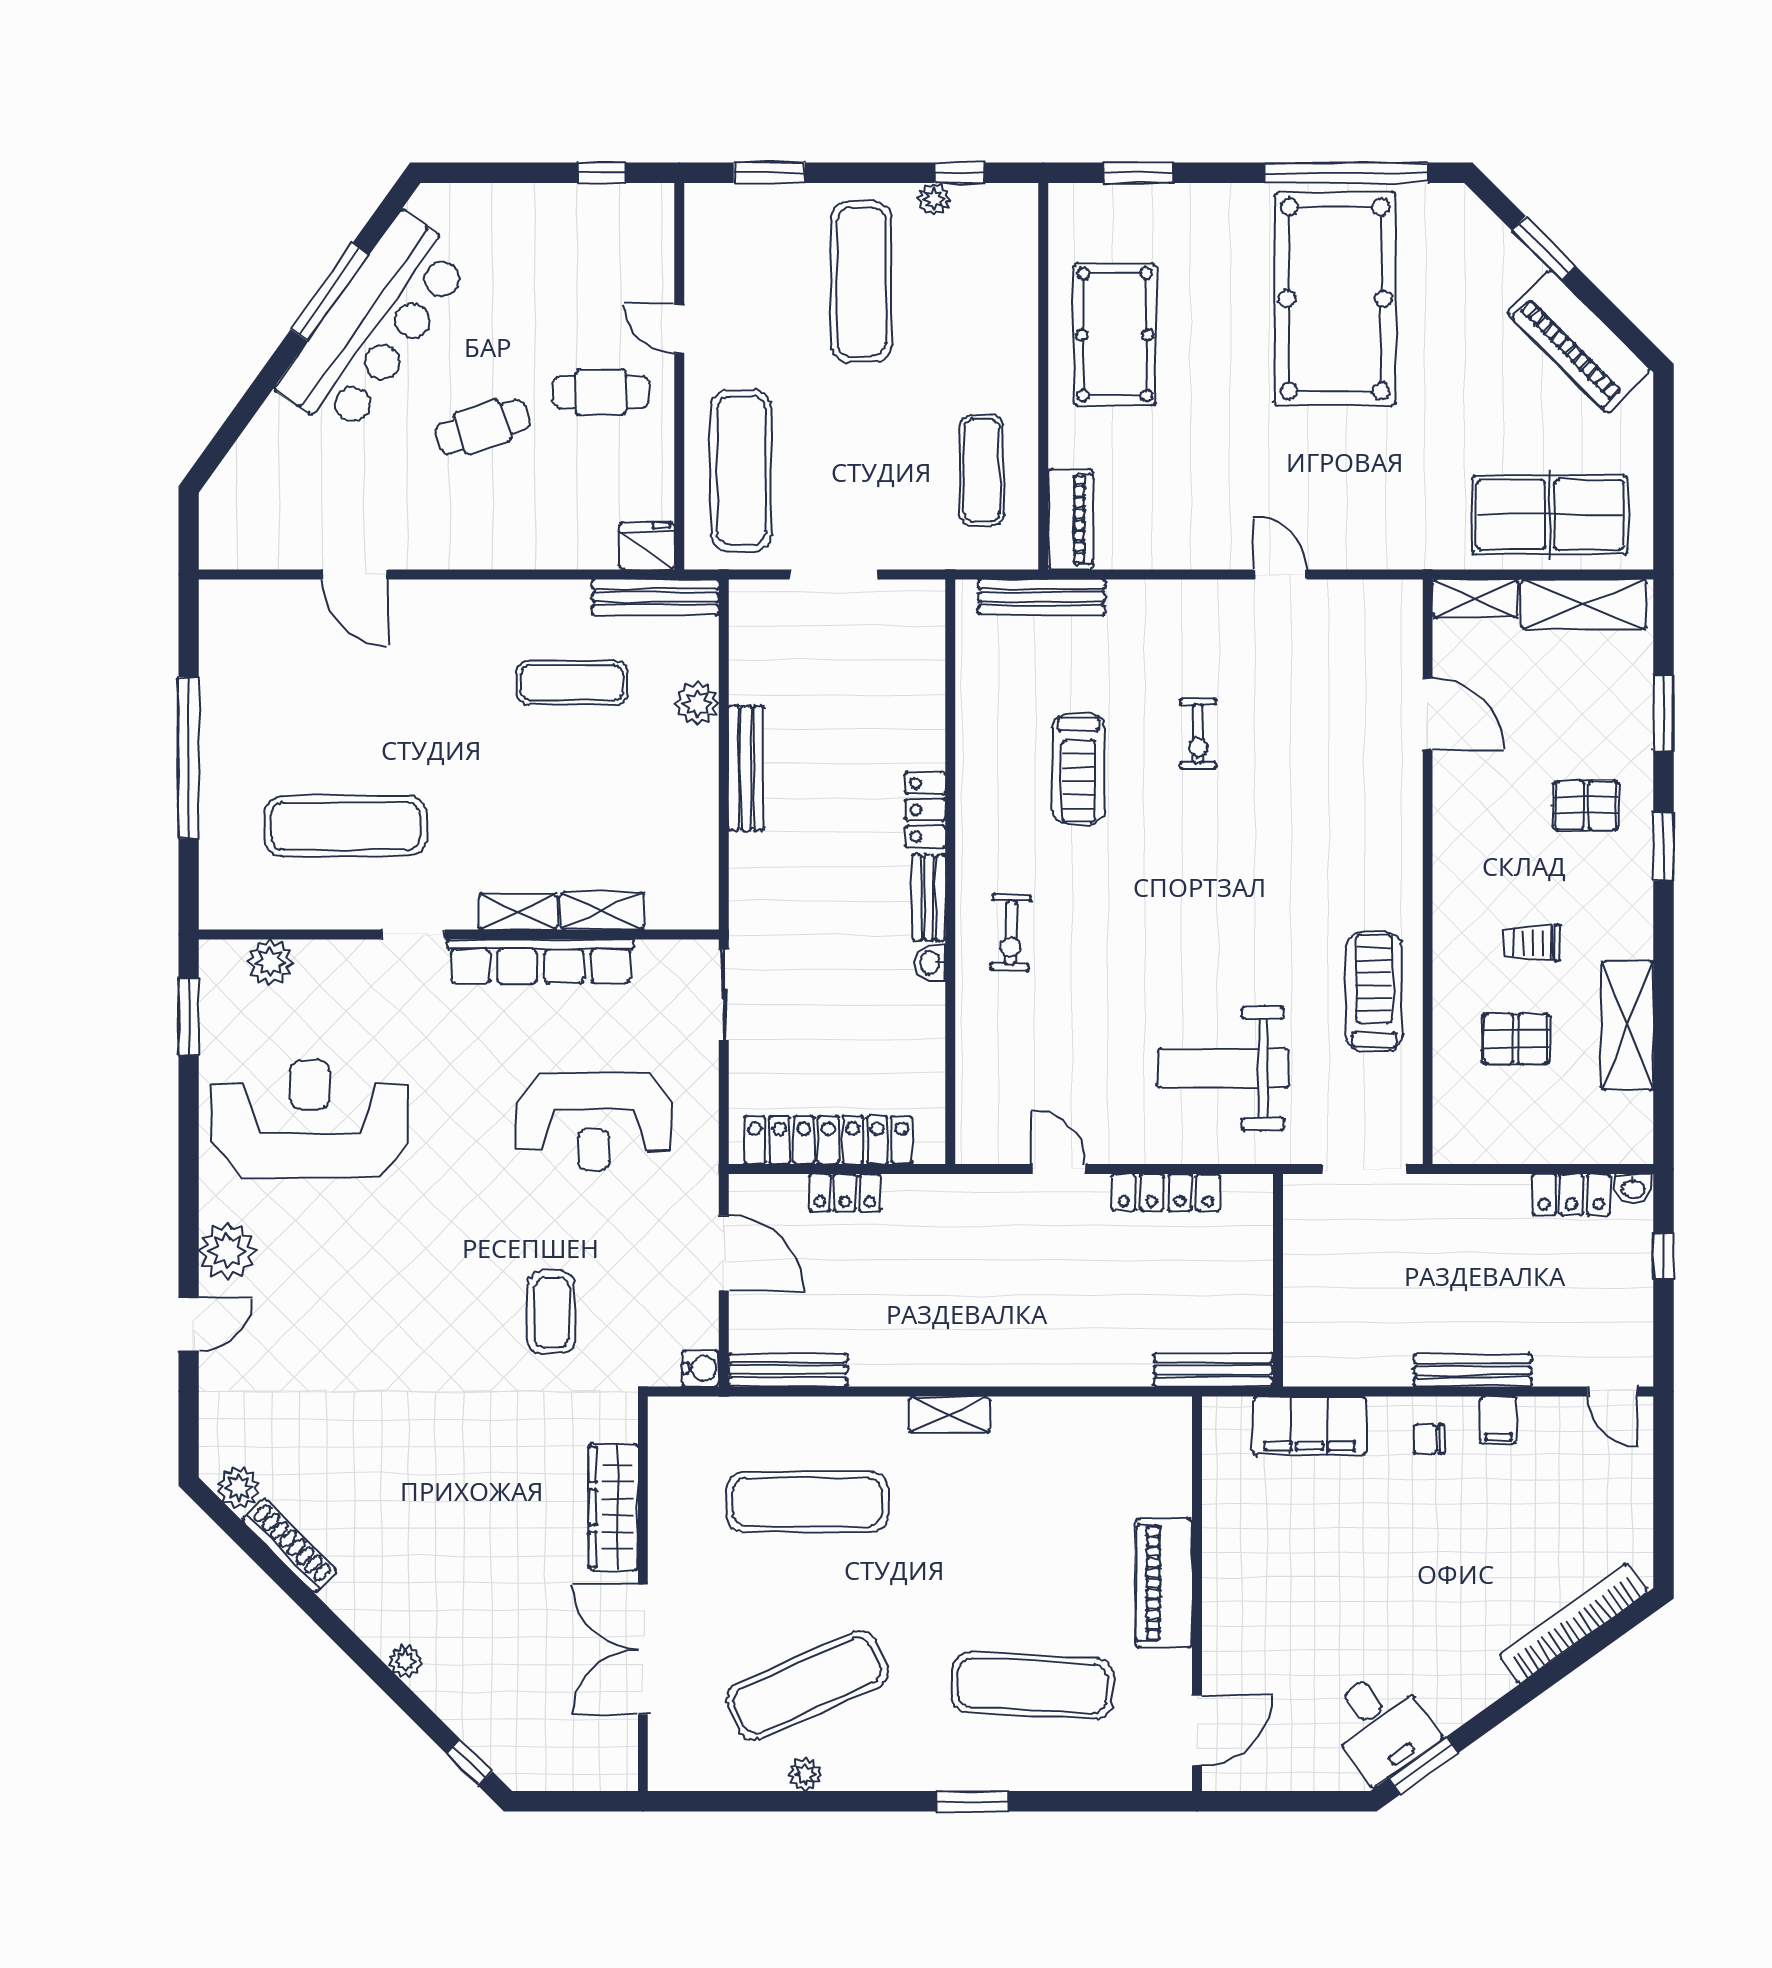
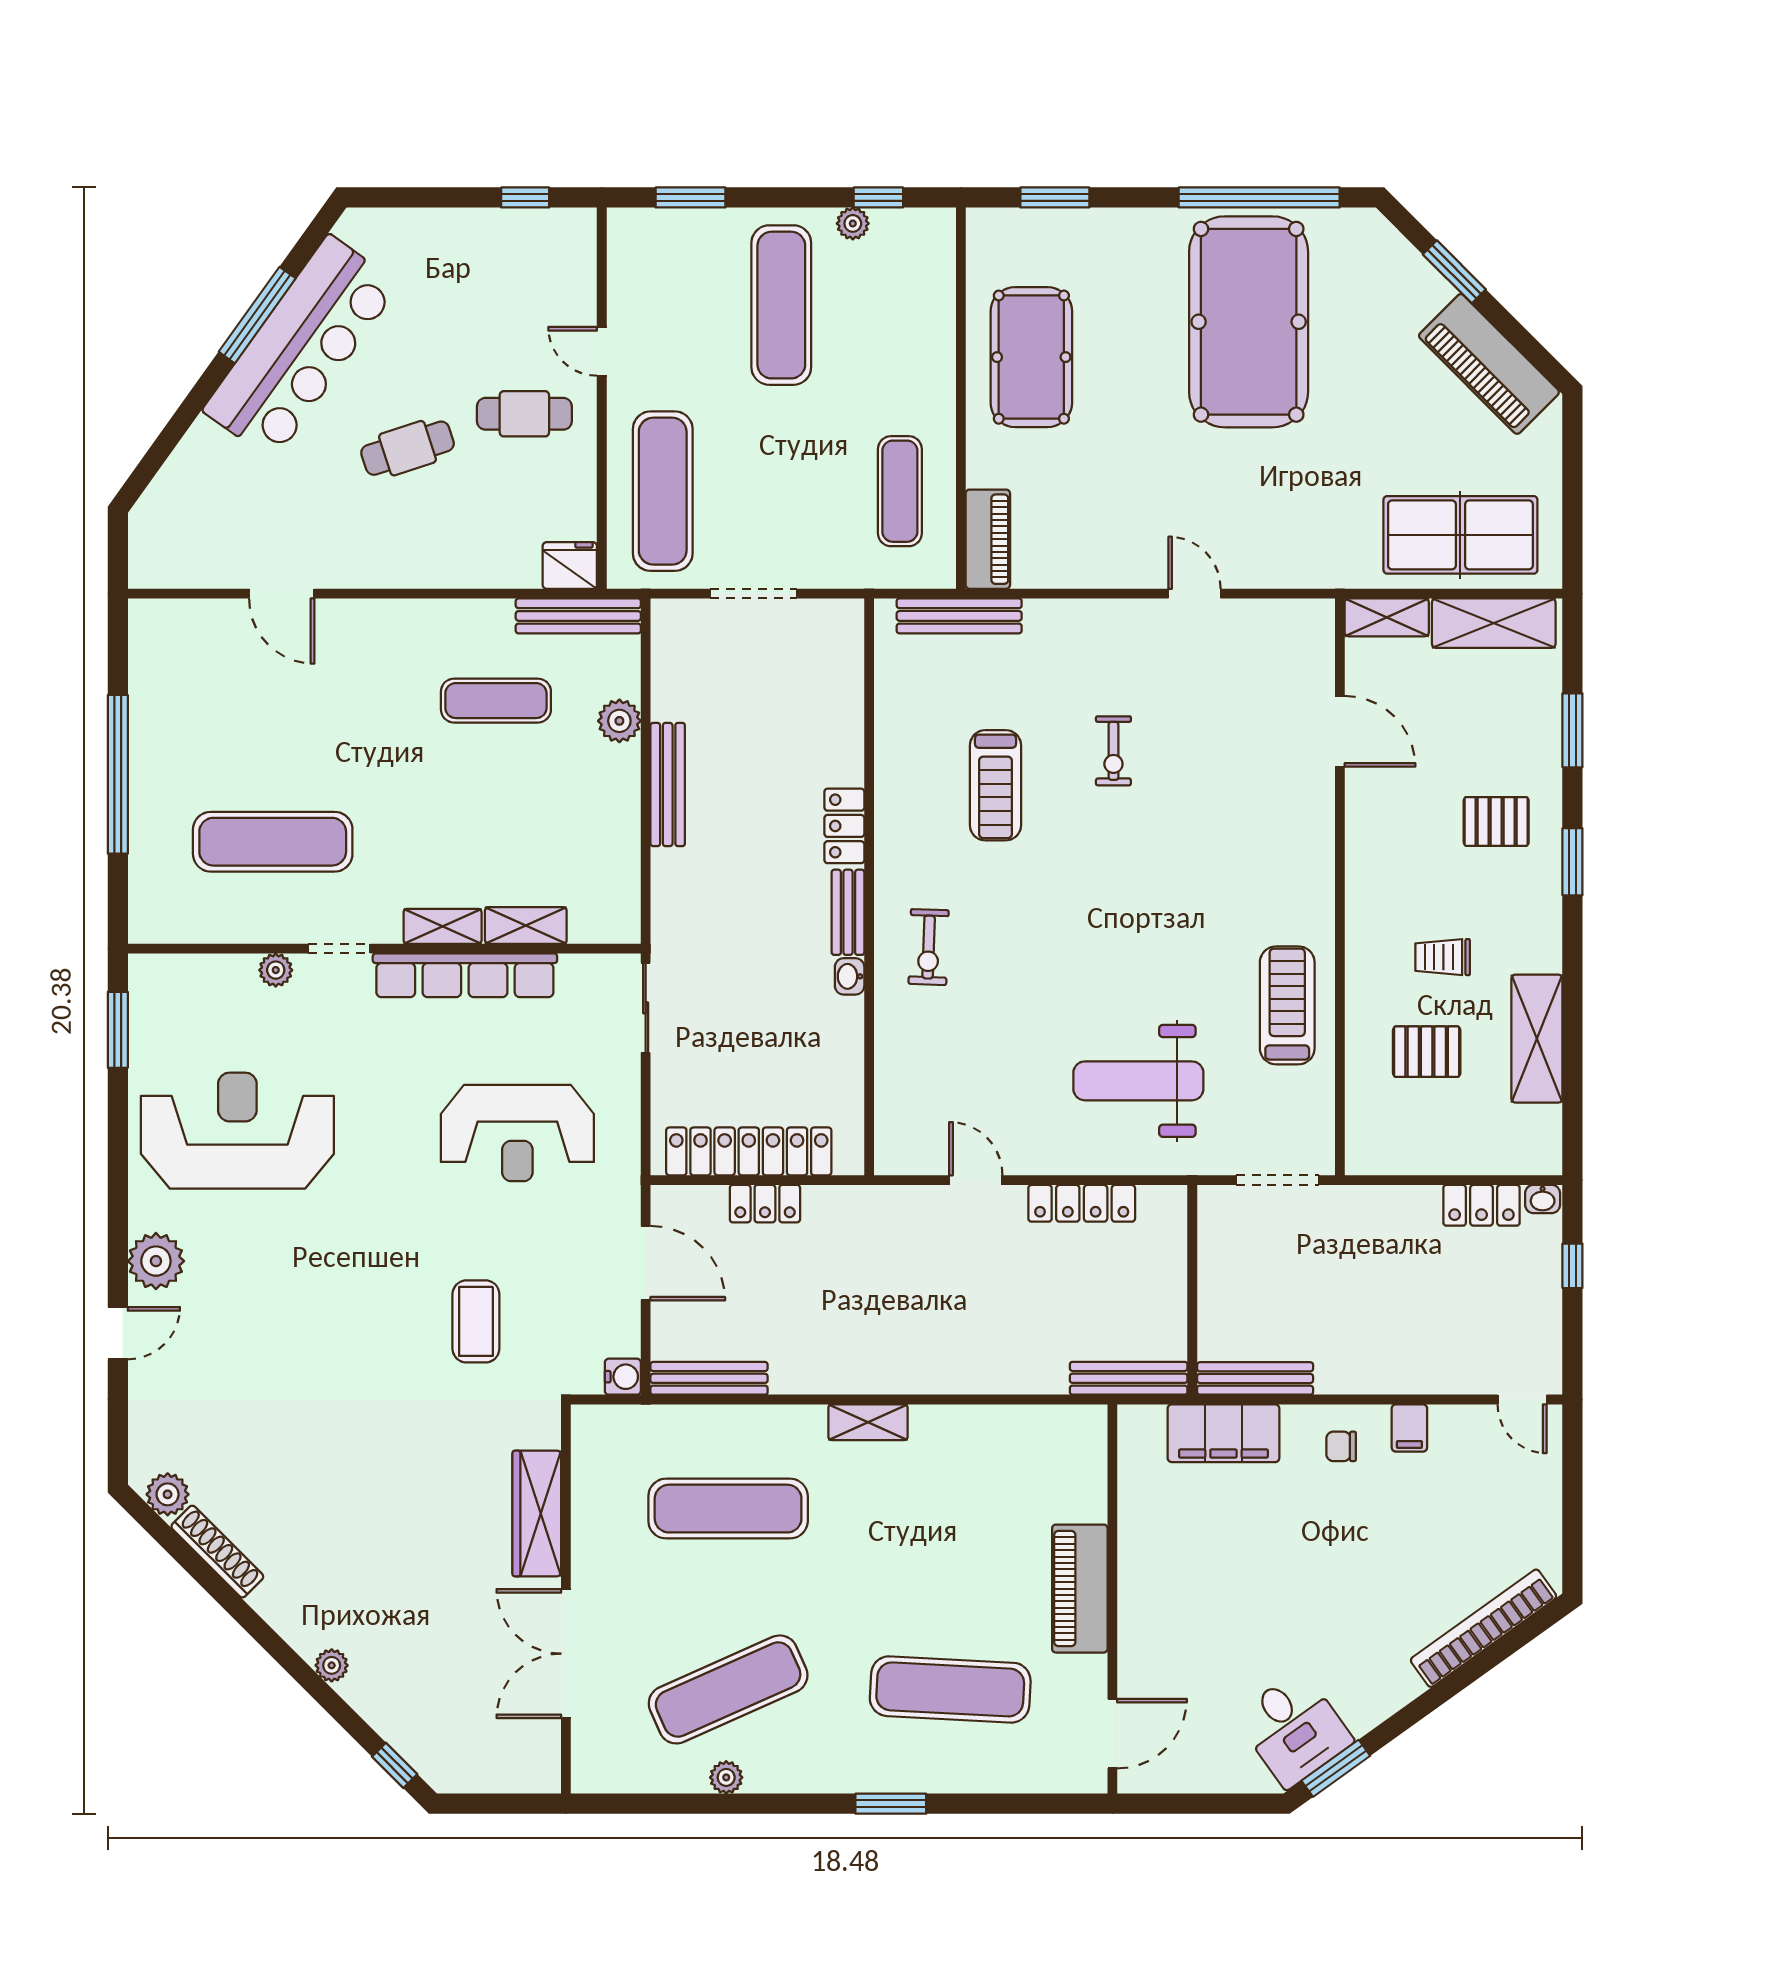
plant: (270, 962) -> (276, 970), moved, width x0.73, depth x0.73
bench: (1473, 1370) -> (1255, 1378), moved

